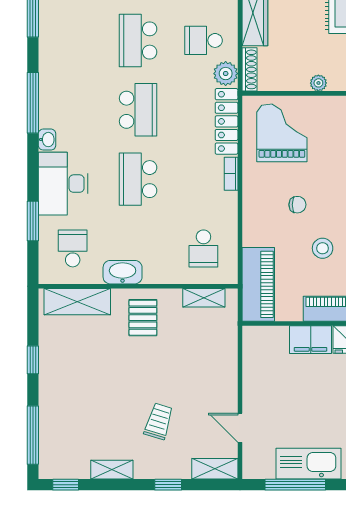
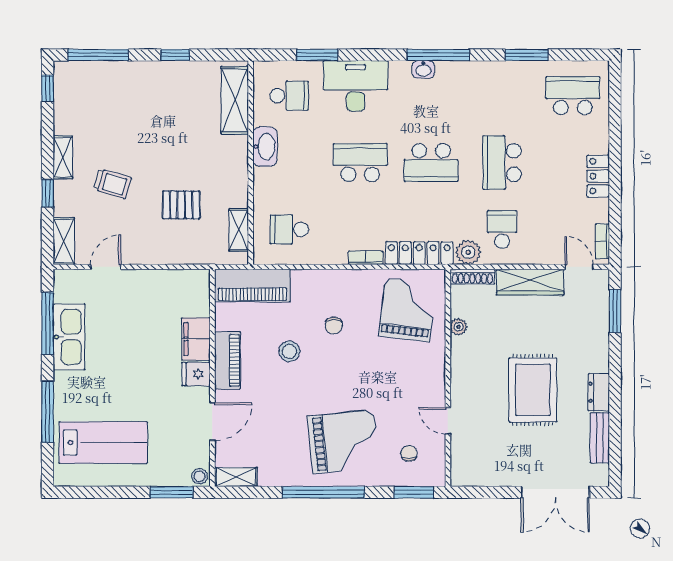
school desk: (138, 40) -> (502, 163), turned -90
plant: (318, 83) -> (459, 327), moved
grand piano: (282, 133) -> (407, 310), turned -83
washbasin: (47, 140) -> (423, 69), moved
pallet: (143, 318) -> (181, 205), moved
shelving: (112, 470) -> (63, 157), moved

